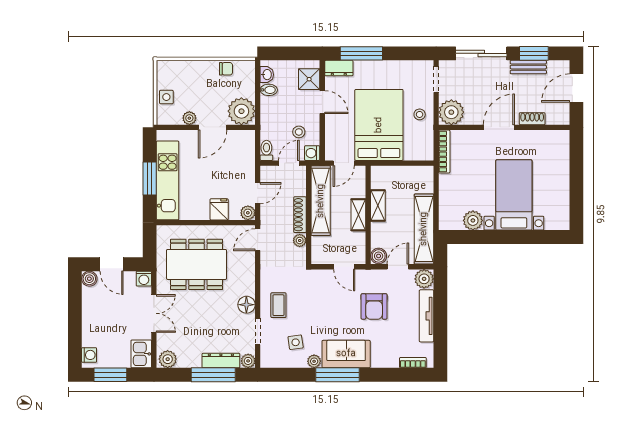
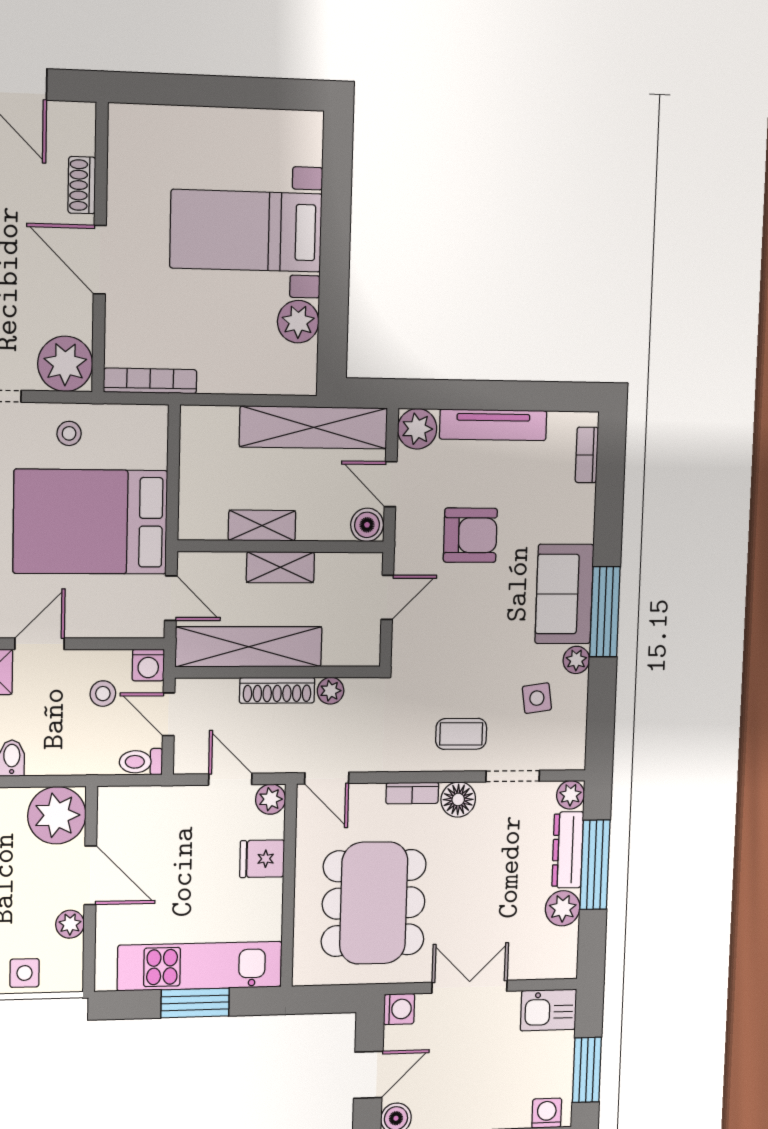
bookcase: (250, 282) -> (412, 793), added
plant: (168, 359) -> (563, 908), moved

